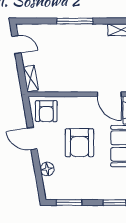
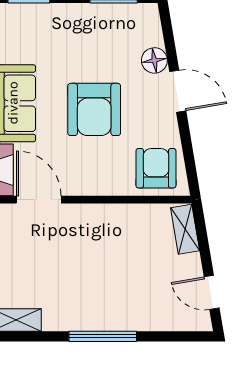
door: (32, 138) -> (178, 91), moved
armchair: (79, 143) -> (94, 109), turned 180

